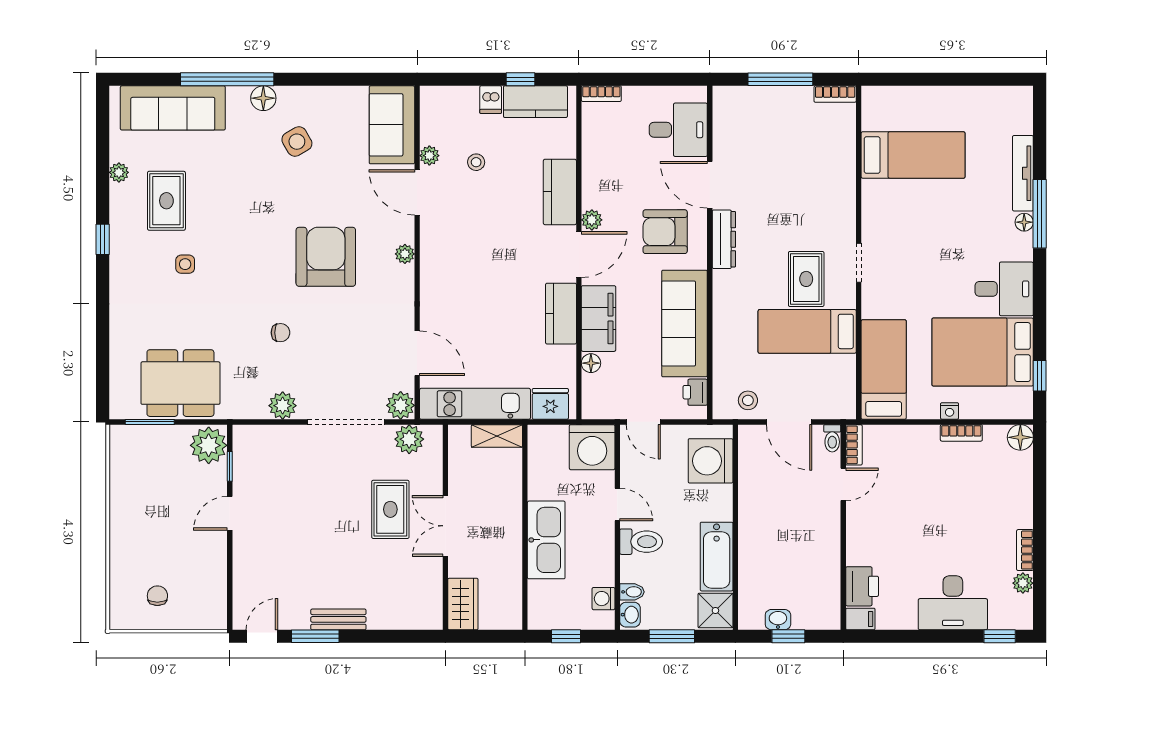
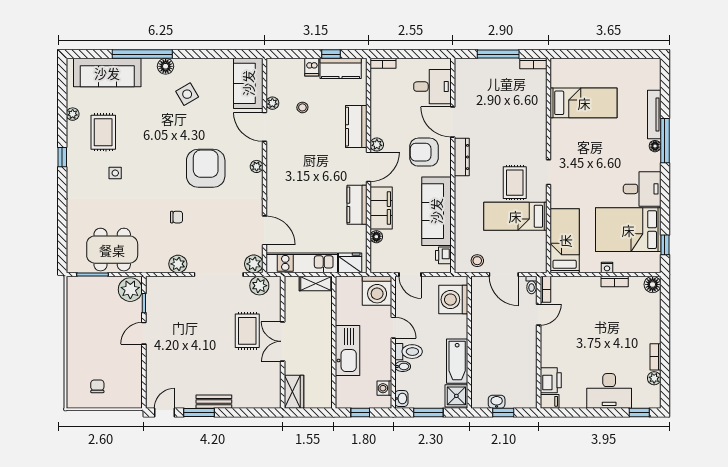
bidet: (632, 592) -> (403, 366), moved

